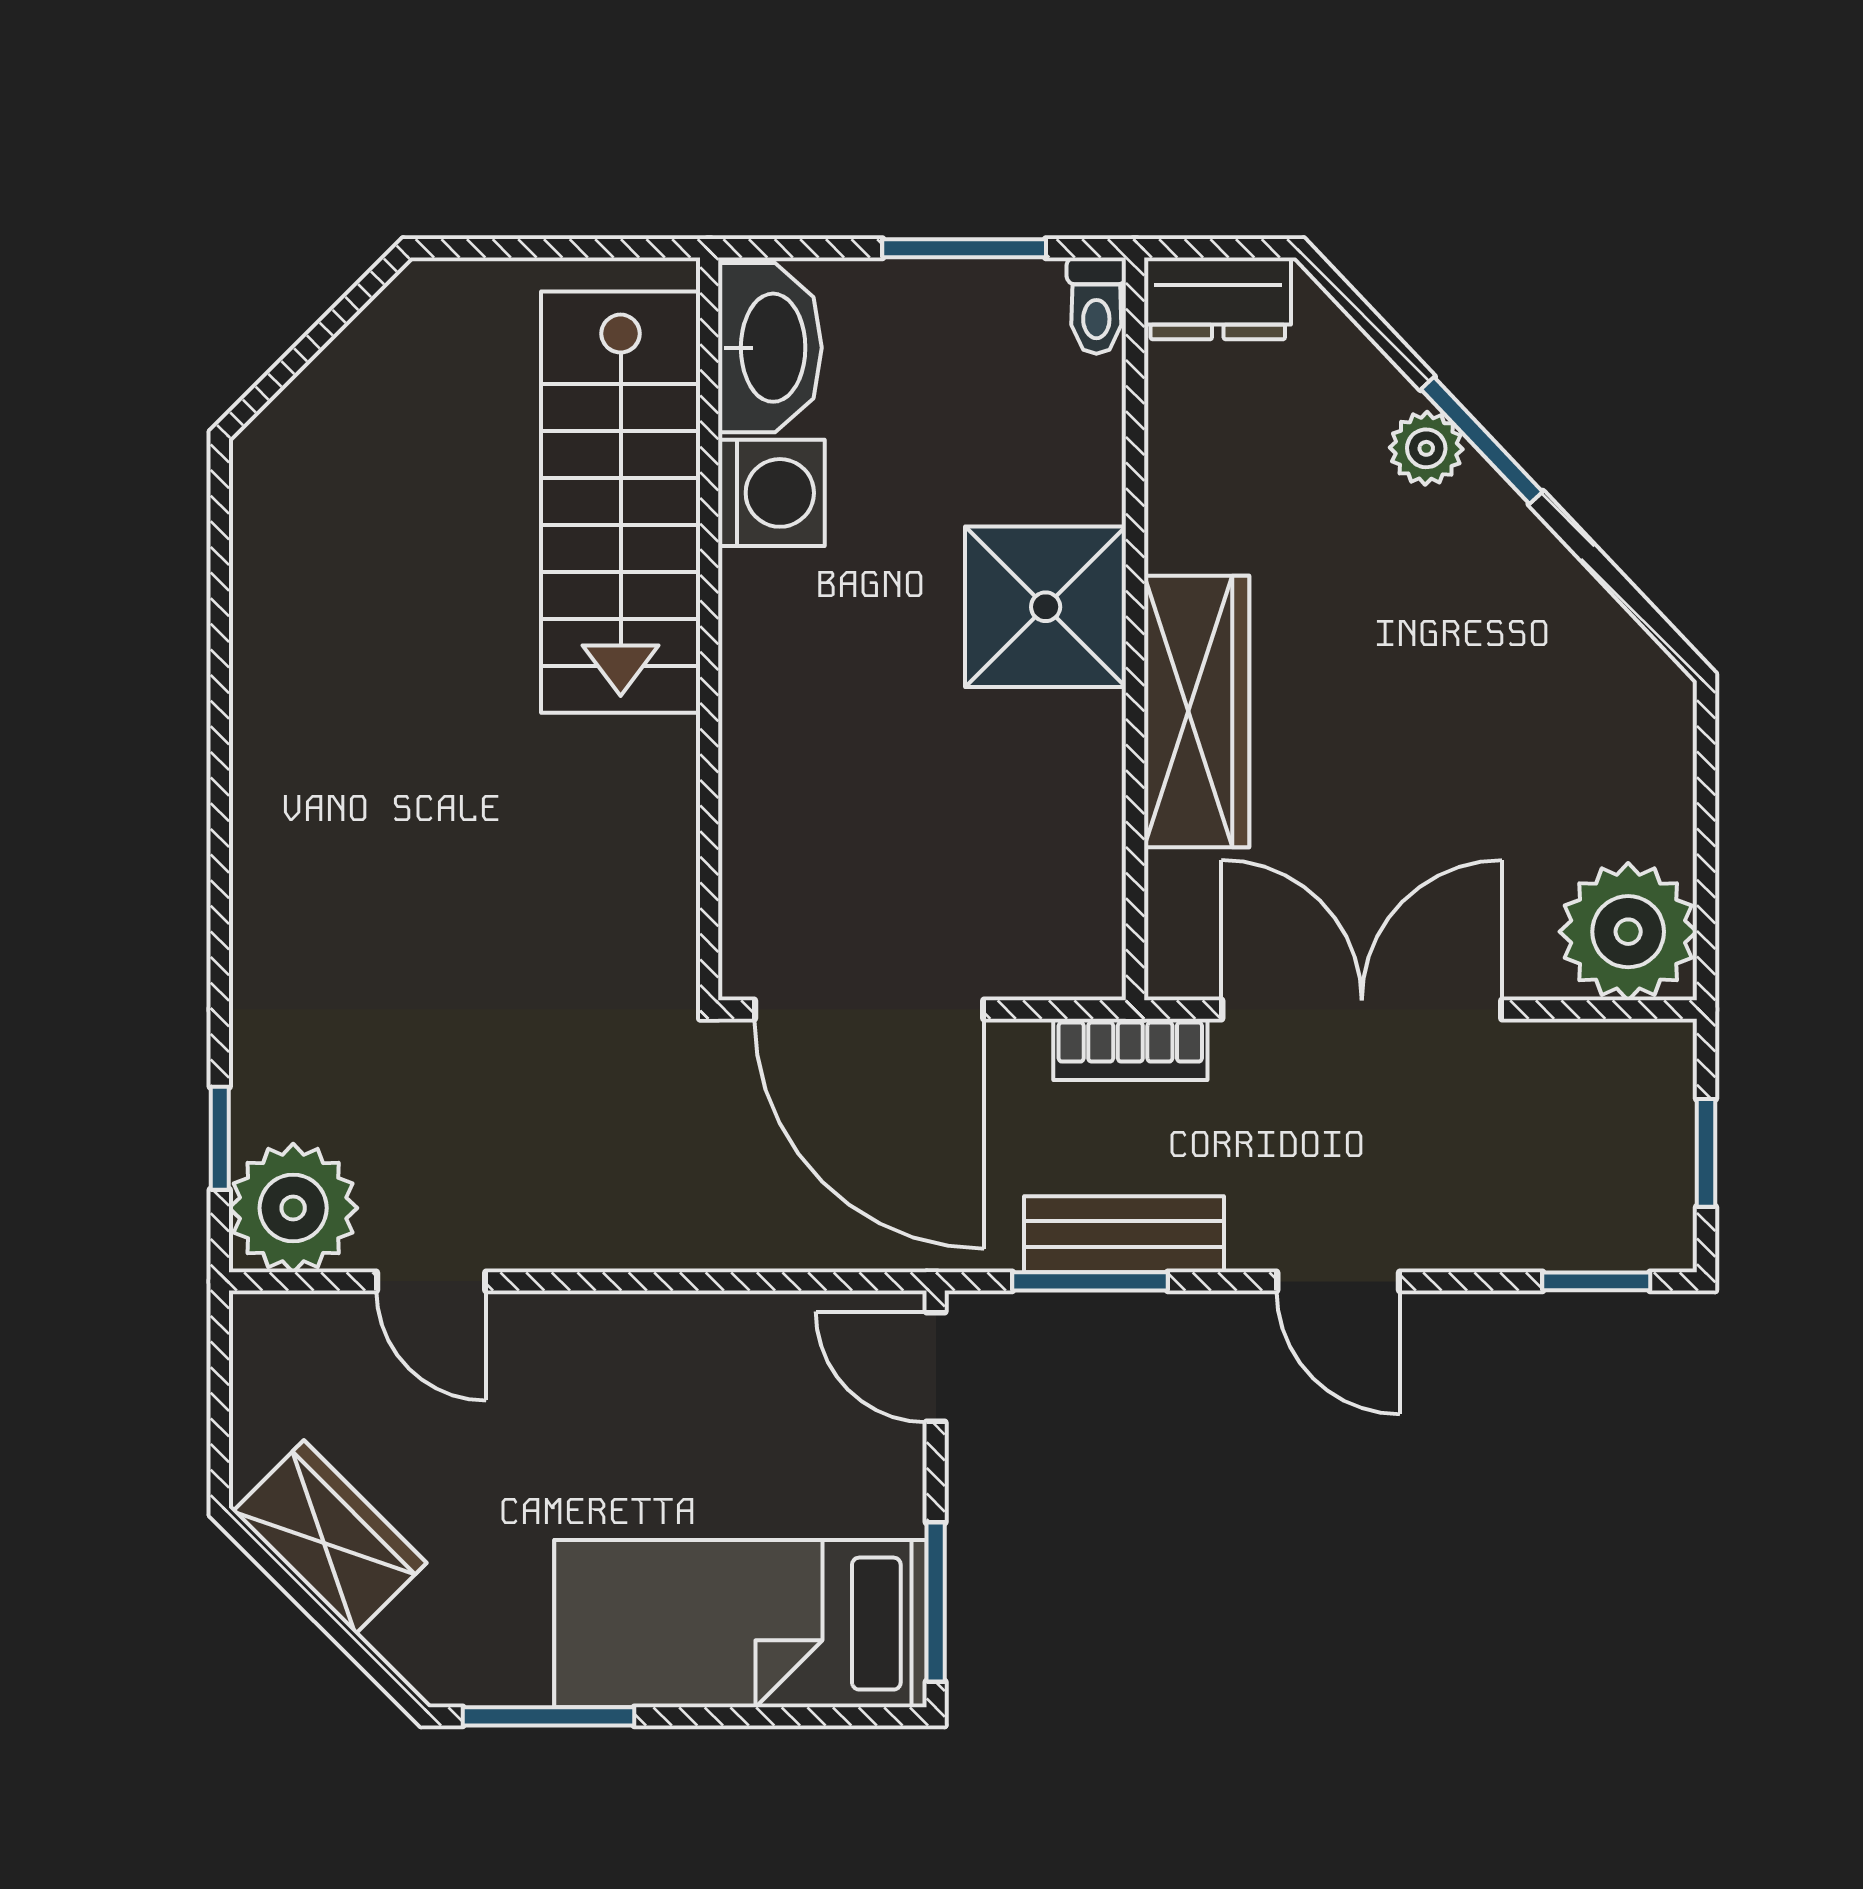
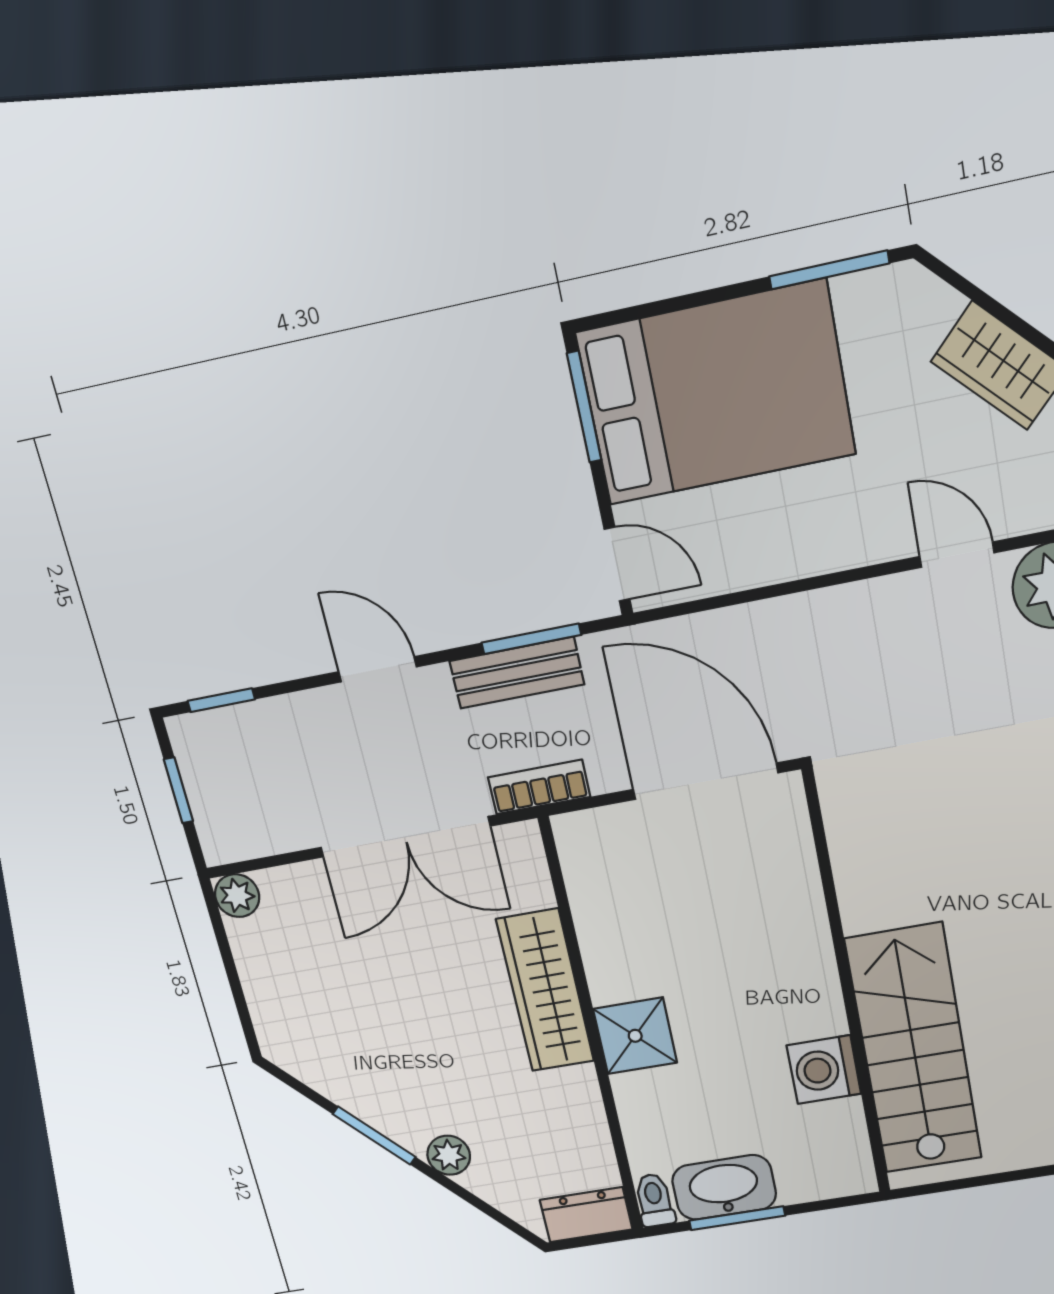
washbasin: (770, 348) -> (724, 1187), moved, turned 90
window: (1482, 440) -> (374, 1136), moved
shower: (1046, 607) -> (635, 1036), width x0.73, depth x0.73
plant: (1628, 932) -> (237, 896), width x0.53, depth x0.53
bed: (740, 1624) -> (716, 393), width x1.50

